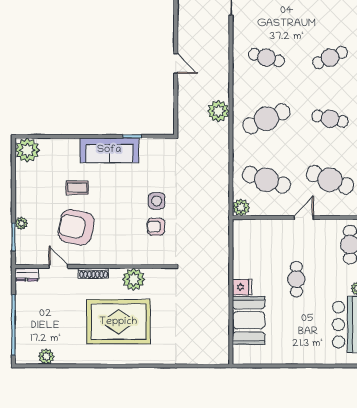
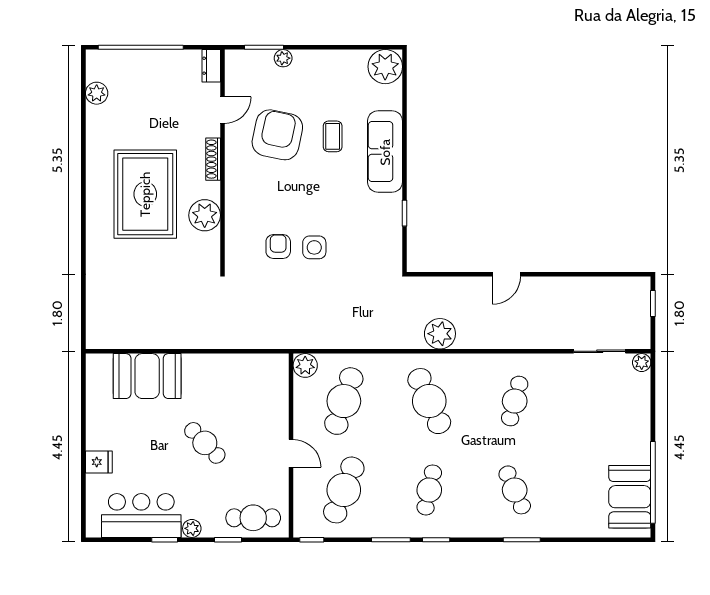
sofa: (109, 150) -> (385, 152), moved
cafe table: (296, 279) -> (205, 443), turned 46
fridge: (242, 287) -> (99, 462), moved, turned -90

